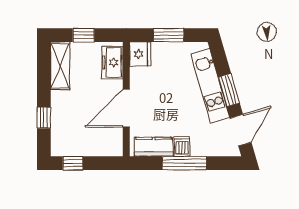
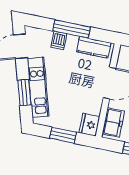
window: (229, 90) -> (24, 93), moved
dishwasher: (182, 146) -> (59, 40), moved

